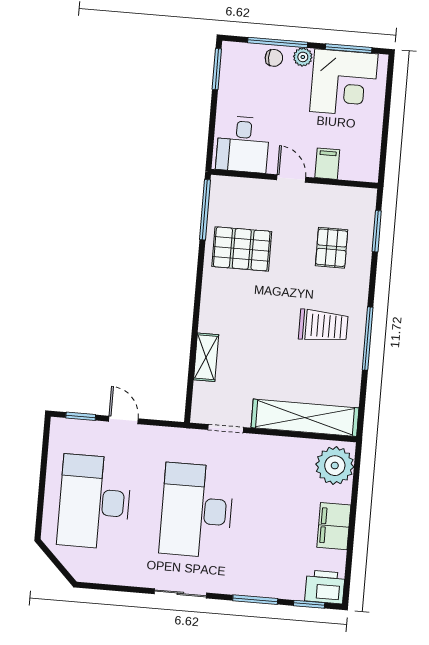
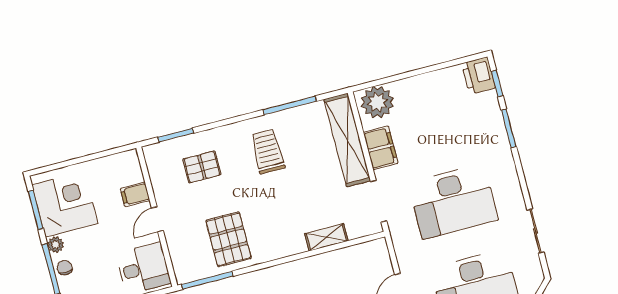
window: (368, 339) -> (290, 105), moved
doorway: (226, 429) -> (379, 201), width x1.38
filing cabinet: (334, 526) -> (381, 148), moved, turned -90
sliding door: (180, 593) -> (535, 231), moved

